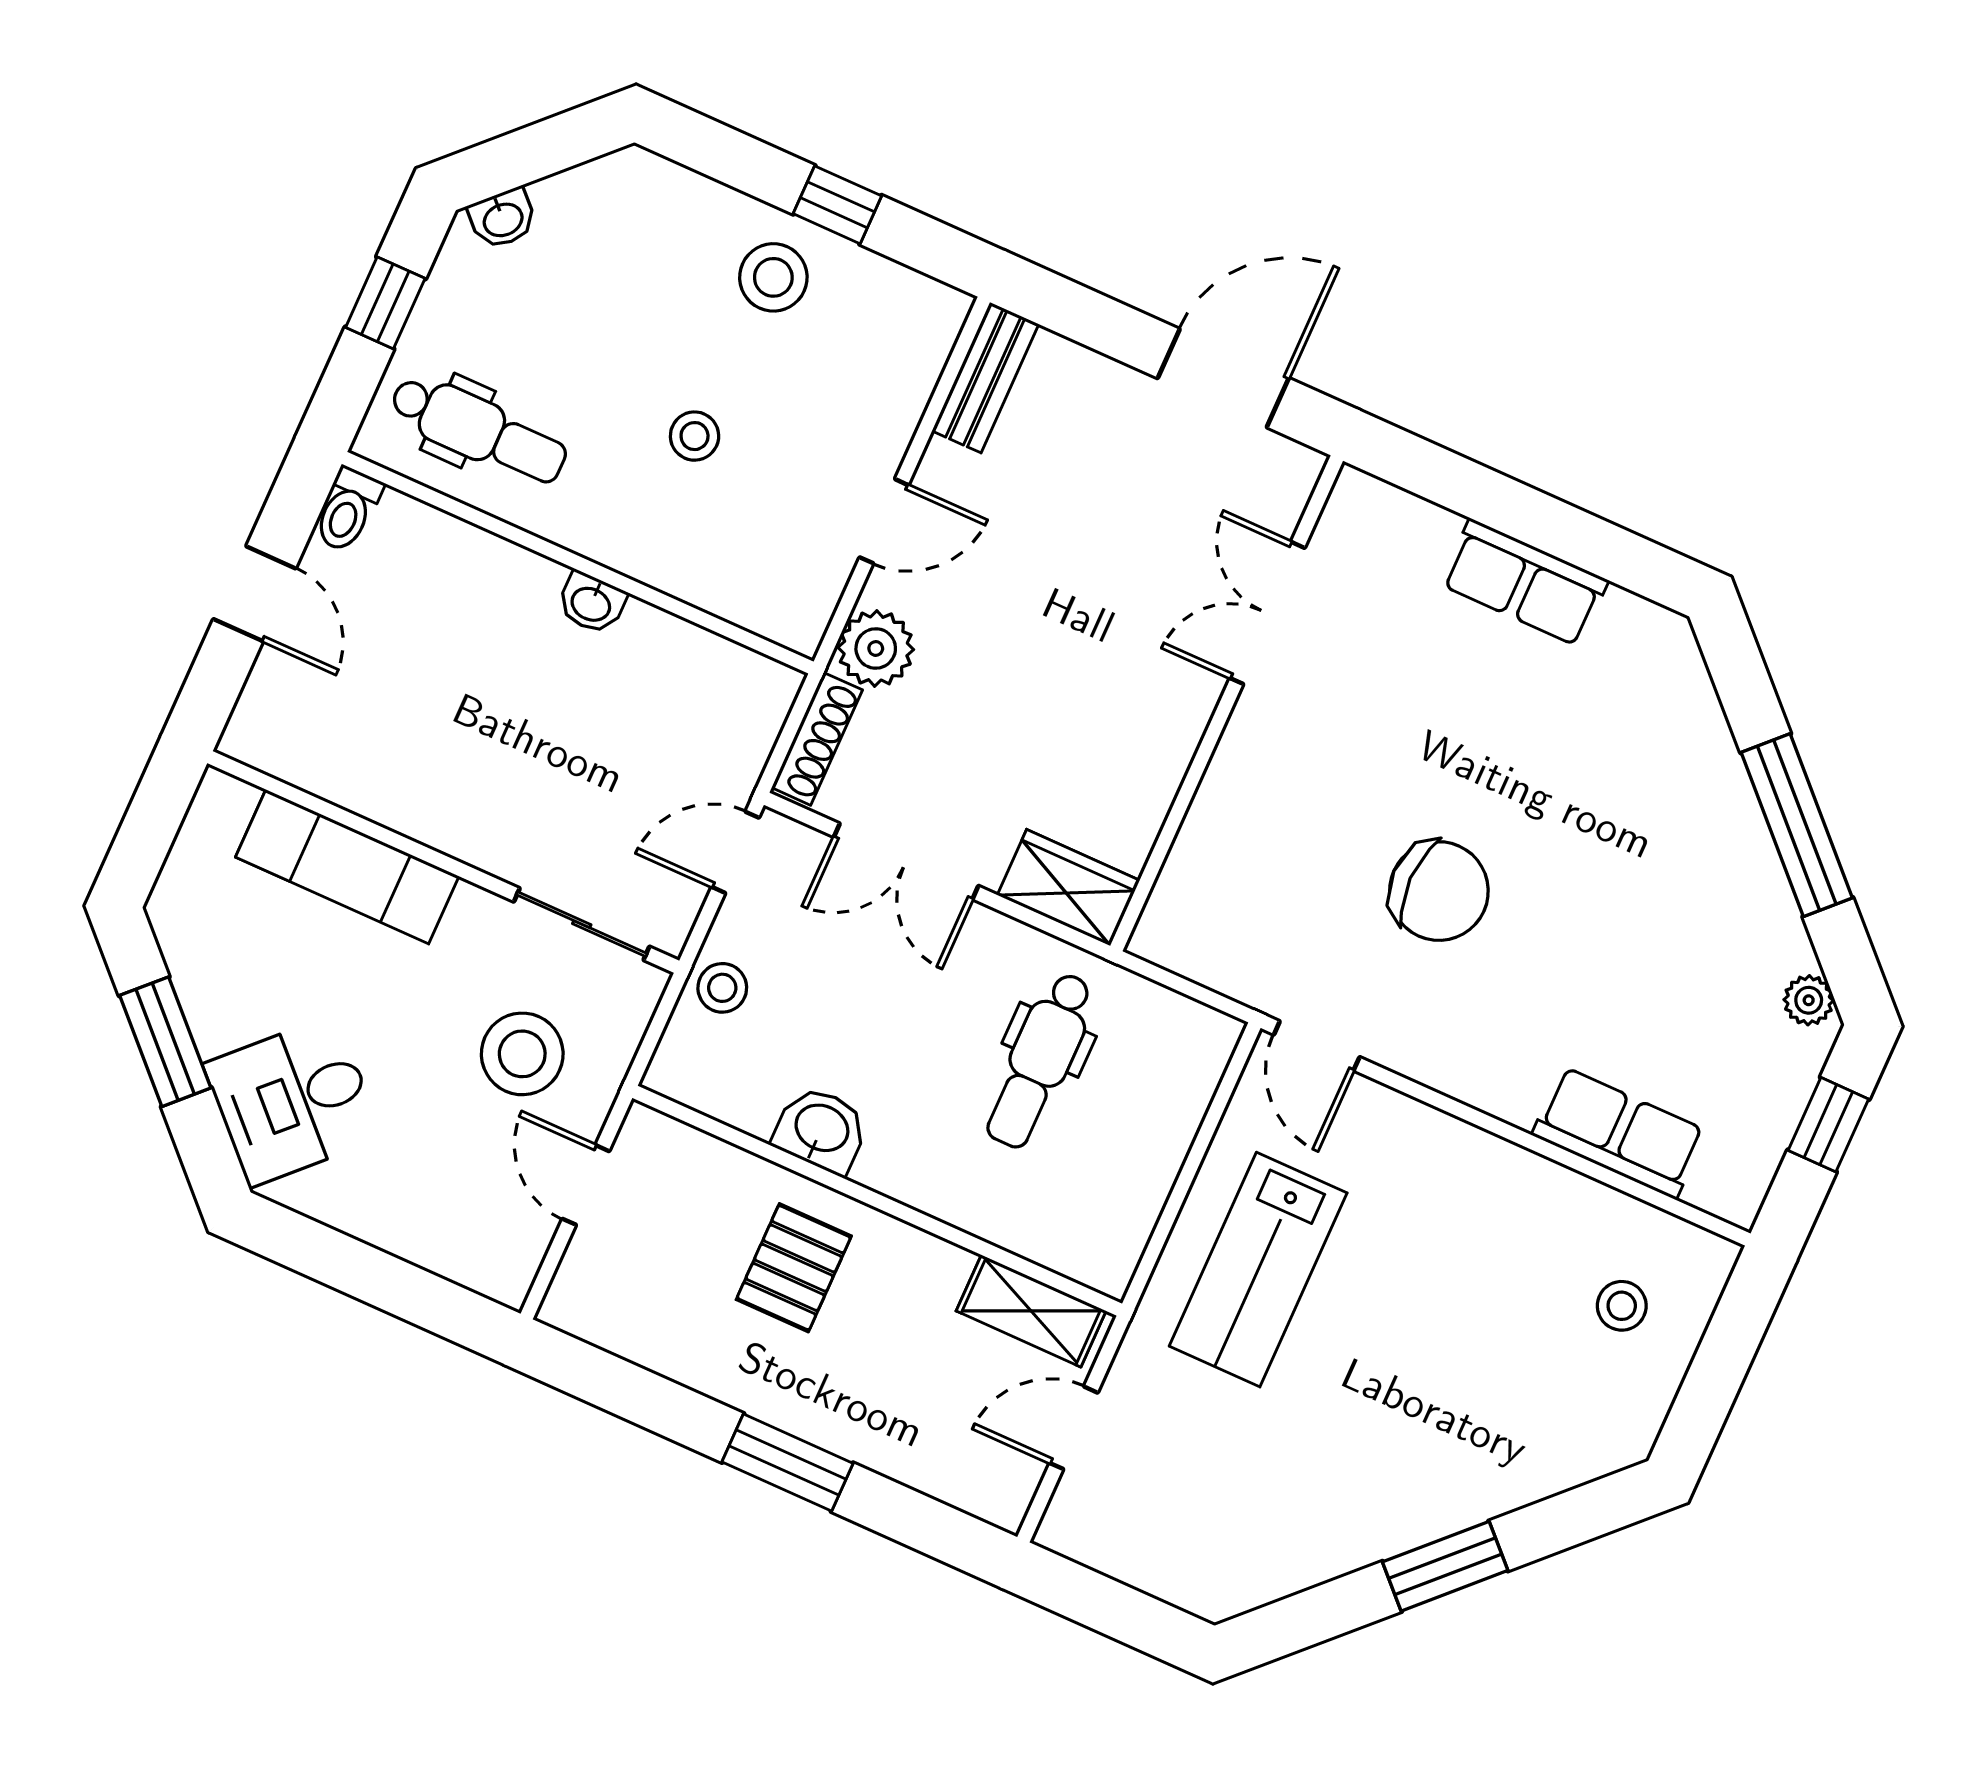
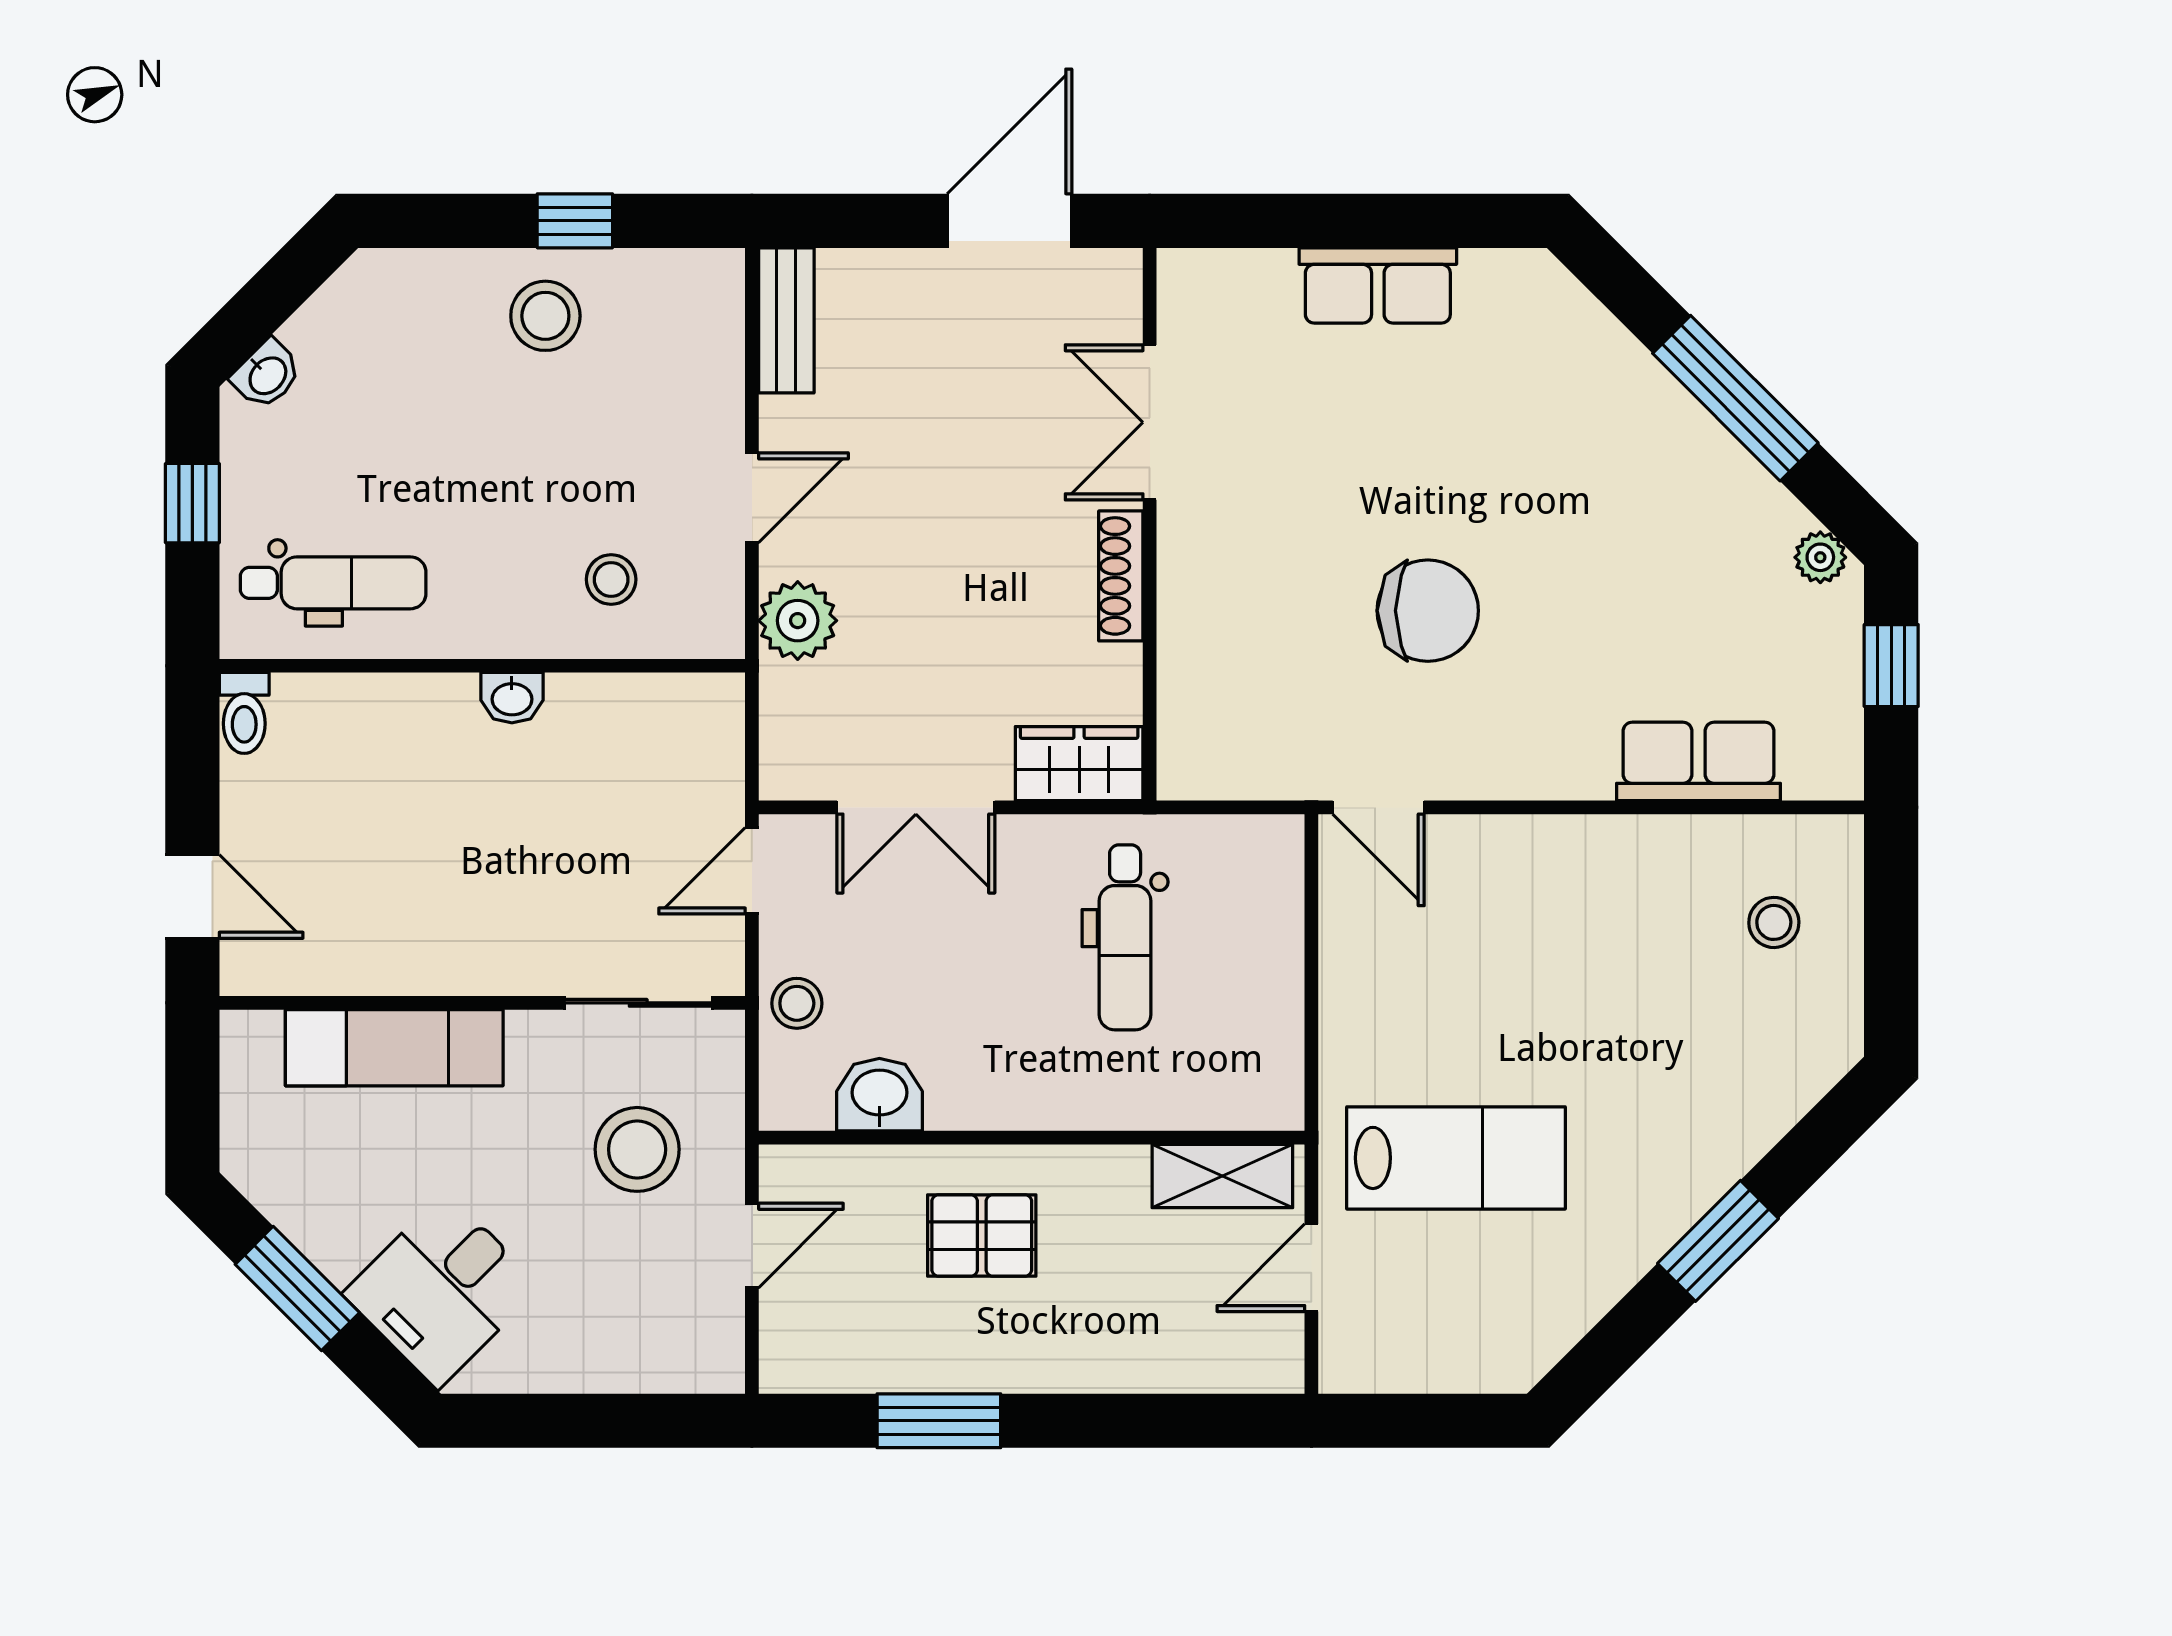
stool: (695, 436) -> (611, 579), moved
door: (255, 594) -> (192, 896), moved
shoe rack: (817, 739) -> (1121, 576), moved, turned 180
washbasin: (821, 1130) -> (879, 1095), moved
door: (586, 1185) -> (752, 1246), swing flipped
pallet: (794, 1268) -> (982, 1236), turned 90
lab bench: (1258, 1270) -> (1456, 1158), moved, turned -90
window: (788, 1463) -> (939, 1421), moved

